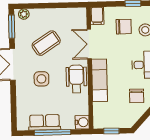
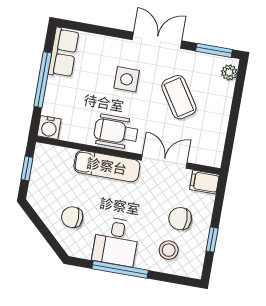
chair: (124, 27) -> (180, 219), turned 90
wheelchair: (76, 79) -> (116, 132), turned 180
row of seats: (45, 122) -> (63, 53), moved

